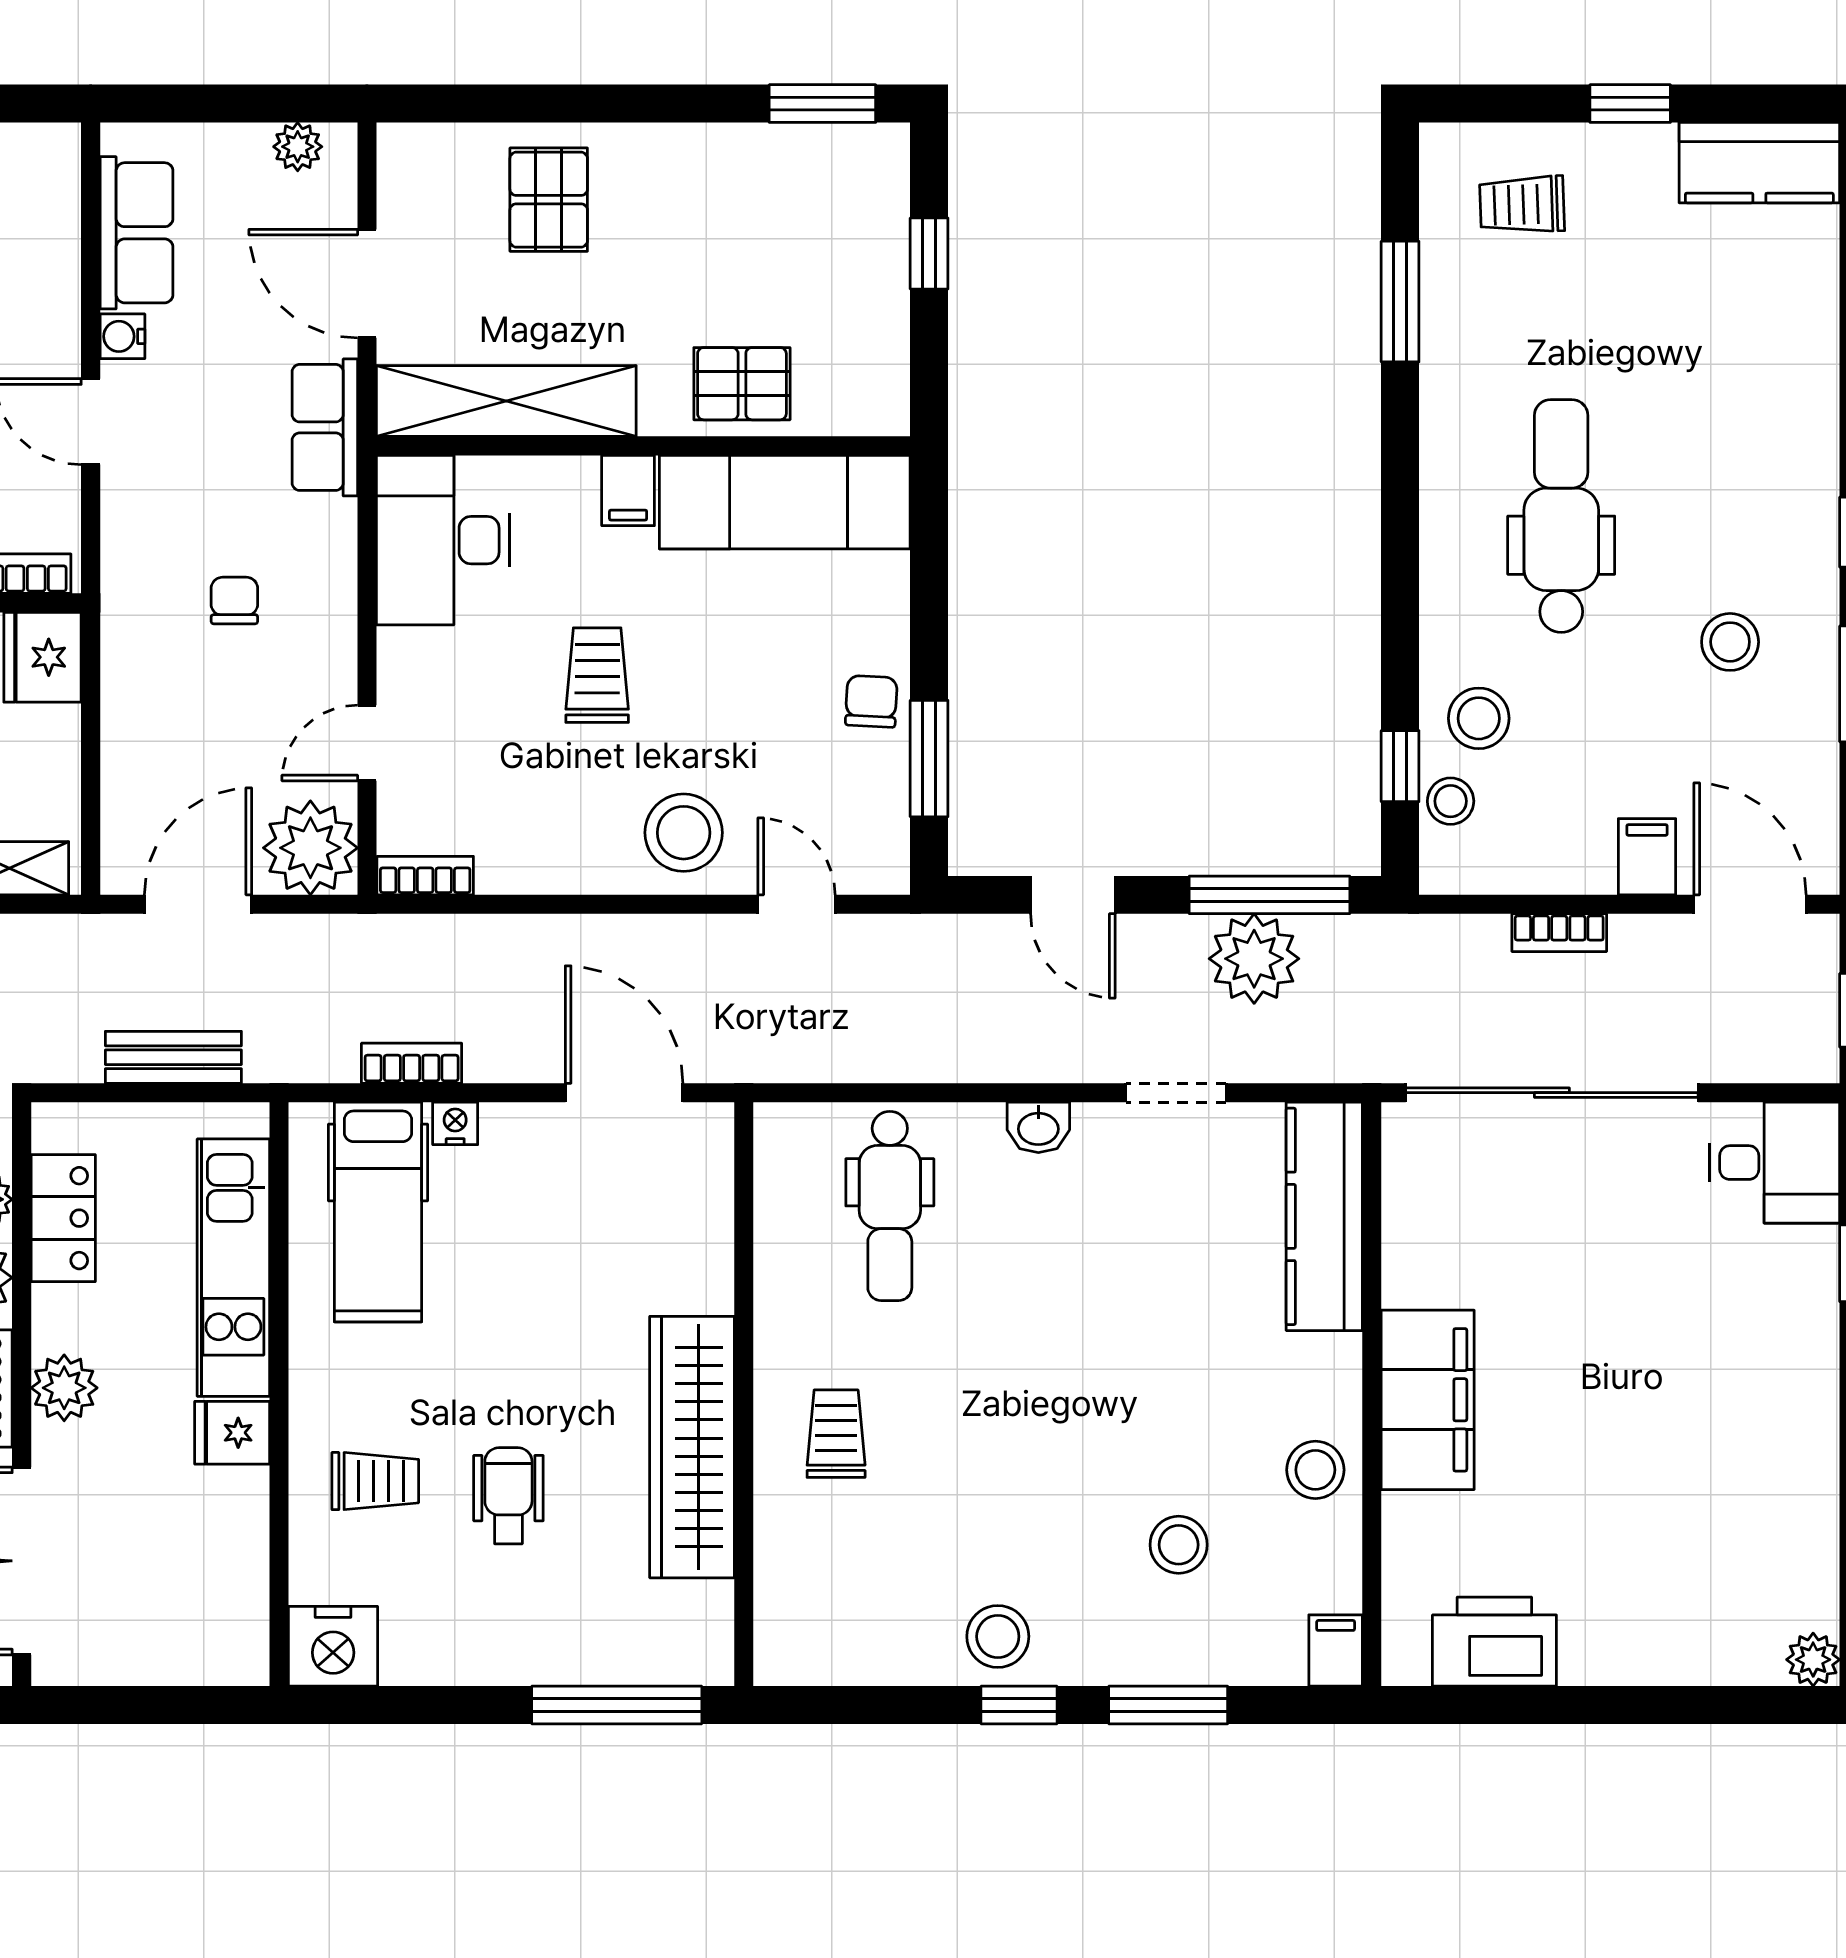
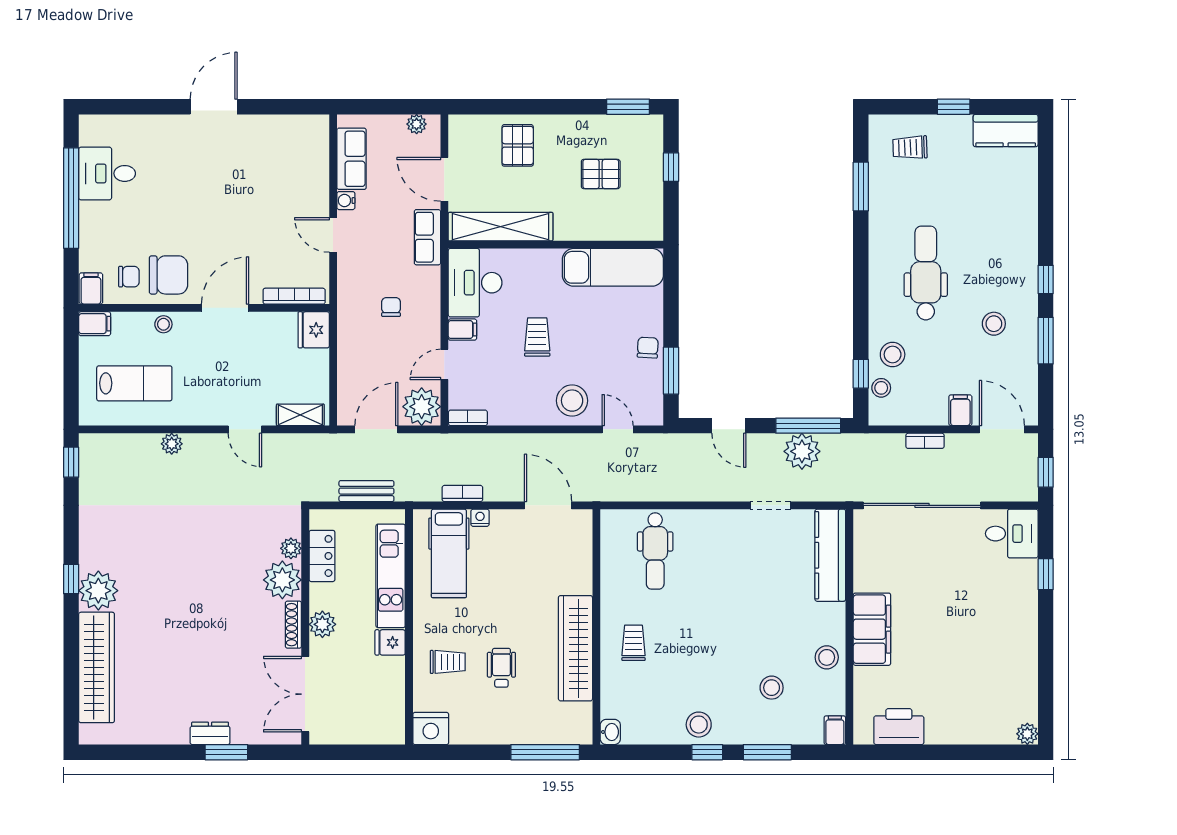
pallet: (742, 384) -> (601, 174), moved
filing cabinet: (628, 490) -> (462, 330), moved, turned -90
washbasin: (1038, 1127) -> (610, 732), moved, turned -90

